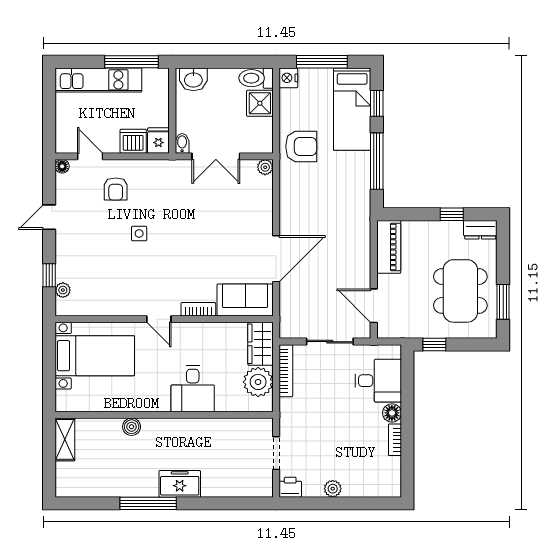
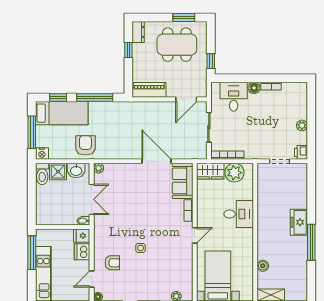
washbasin: (193, 79) -> (76, 171), moved, turned 90
boiler: (132, 427) -> (263, 266), moved

